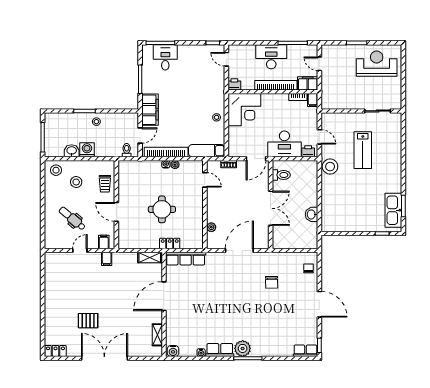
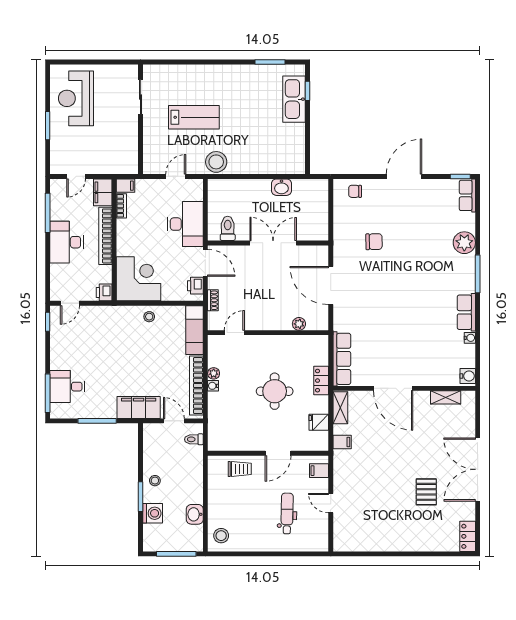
washing machine: (87, 150) -> (153, 513), moved, turned 180
printer: (308, 151) -> (195, 286), moved
stool: (76, 182) -> (237, 508), removed
kitchen sink: (393, 210) -> (294, 99), moved, turned 90
dental chair: (72, 219) -> (287, 513), turned 141
fridge: (139, 242) -> (319, 422), added
filing cabinet: (107, 259) -> (342, 442), moved
plant: (243, 348) -> (464, 243), moved

